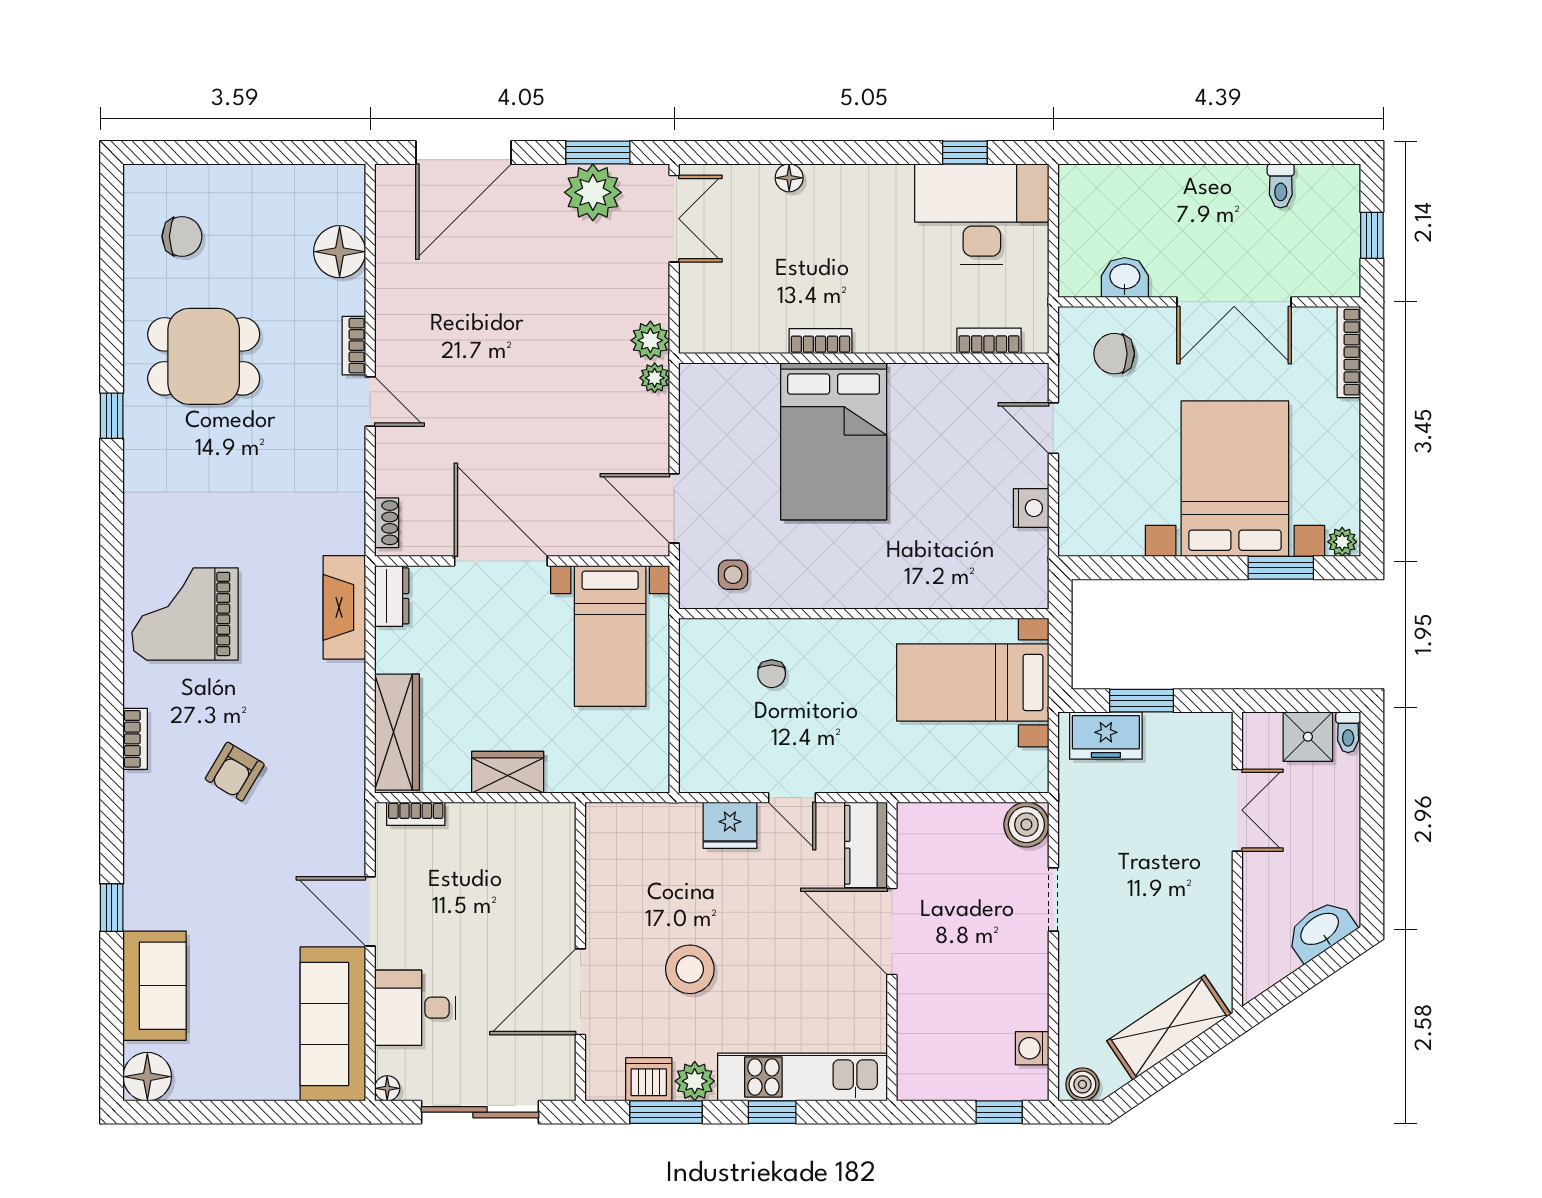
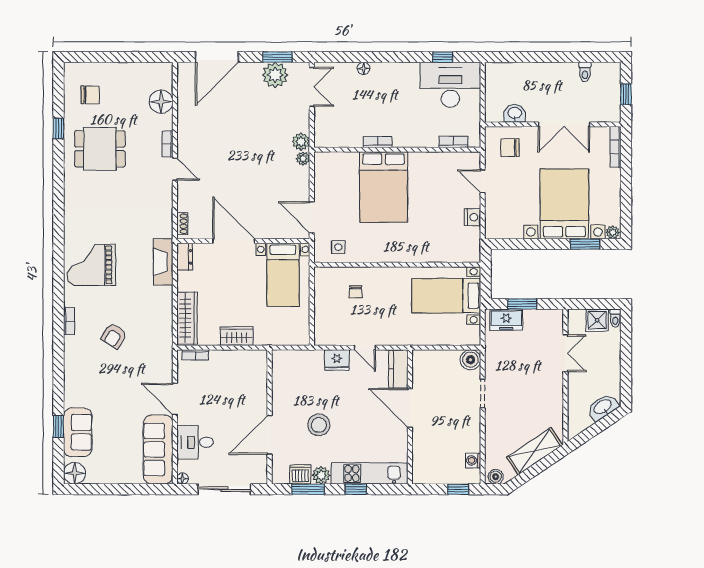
window: (112, 416) -> (58, 128), moved
window: (112, 908) -> (58, 426), moved

